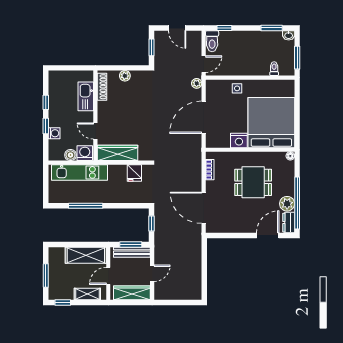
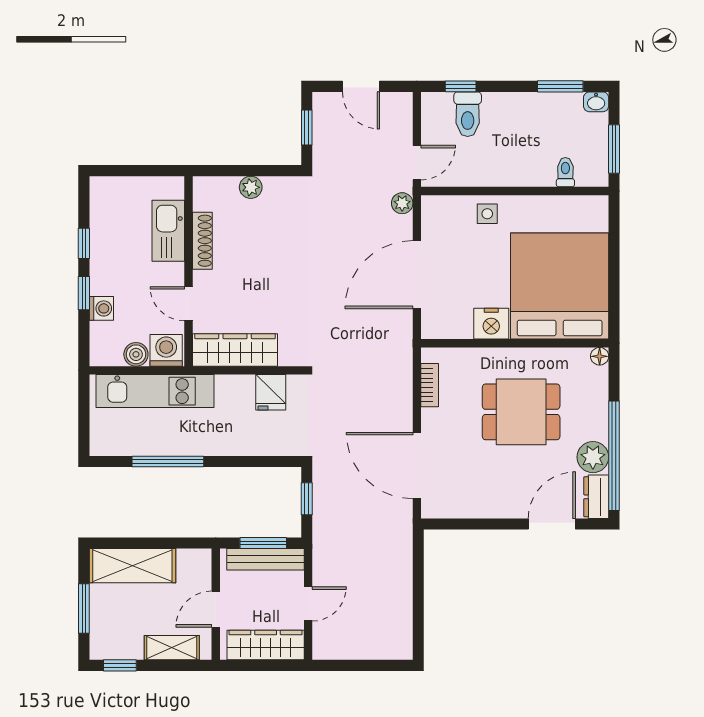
toilet: (212, 41) -> (468, 114), moved
shoe rack: (102, 87) -> (202, 241), moved
shelving: (86, 255) -> (132, 566), moved

